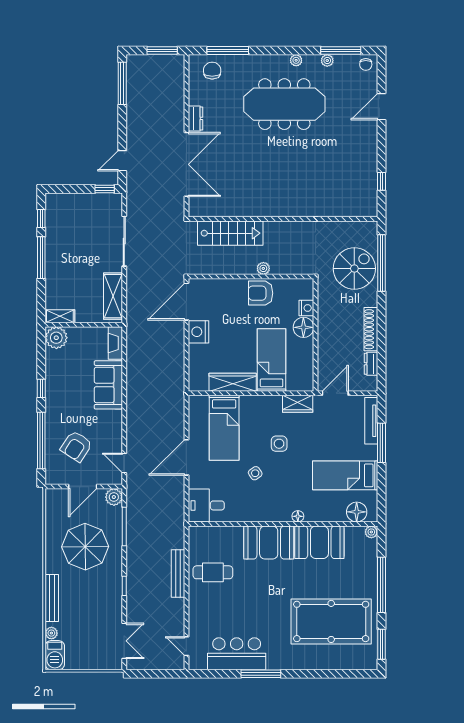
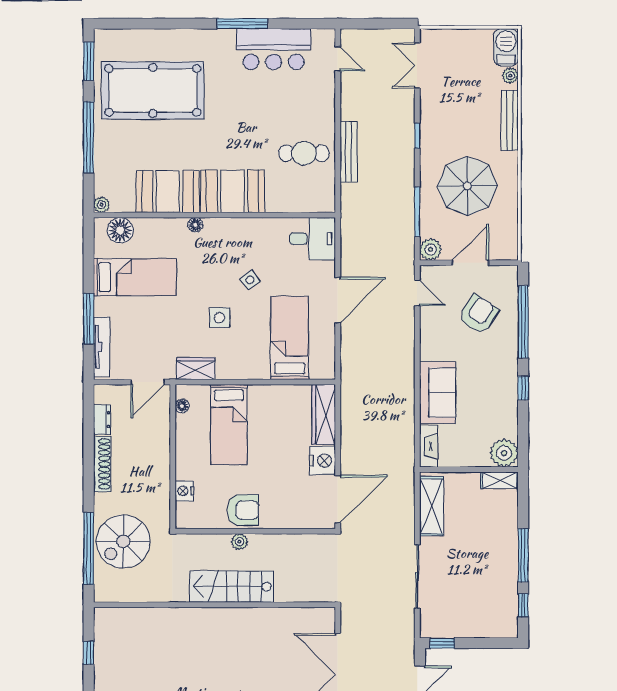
stairs: (230, 233) -> (231, 587), moved
floor lamp: (303, 327) -> (182, 406), moved, width x0.53, depth x0.53
wardrobe: (233, 382) -> (324, 415), moved, turned 90

